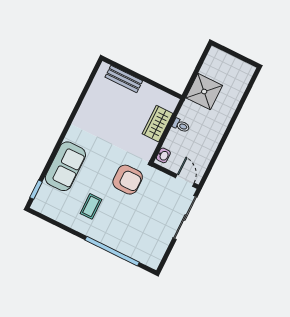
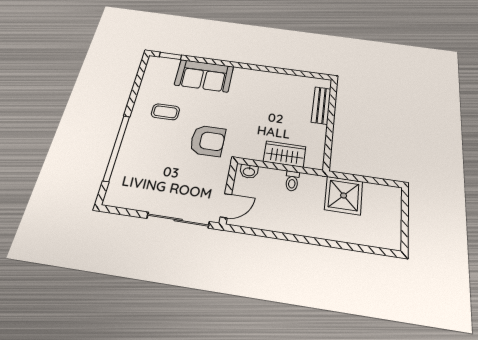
armchair: (128, 180) -> (208, 141), turned -90

